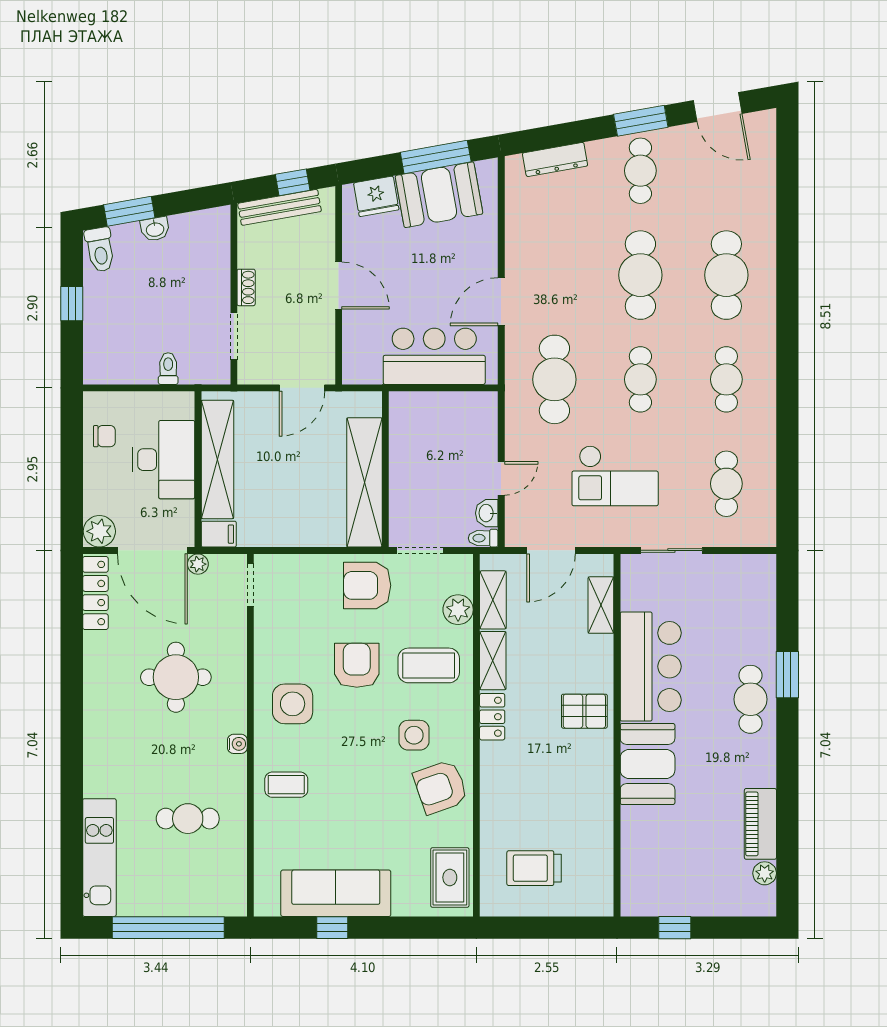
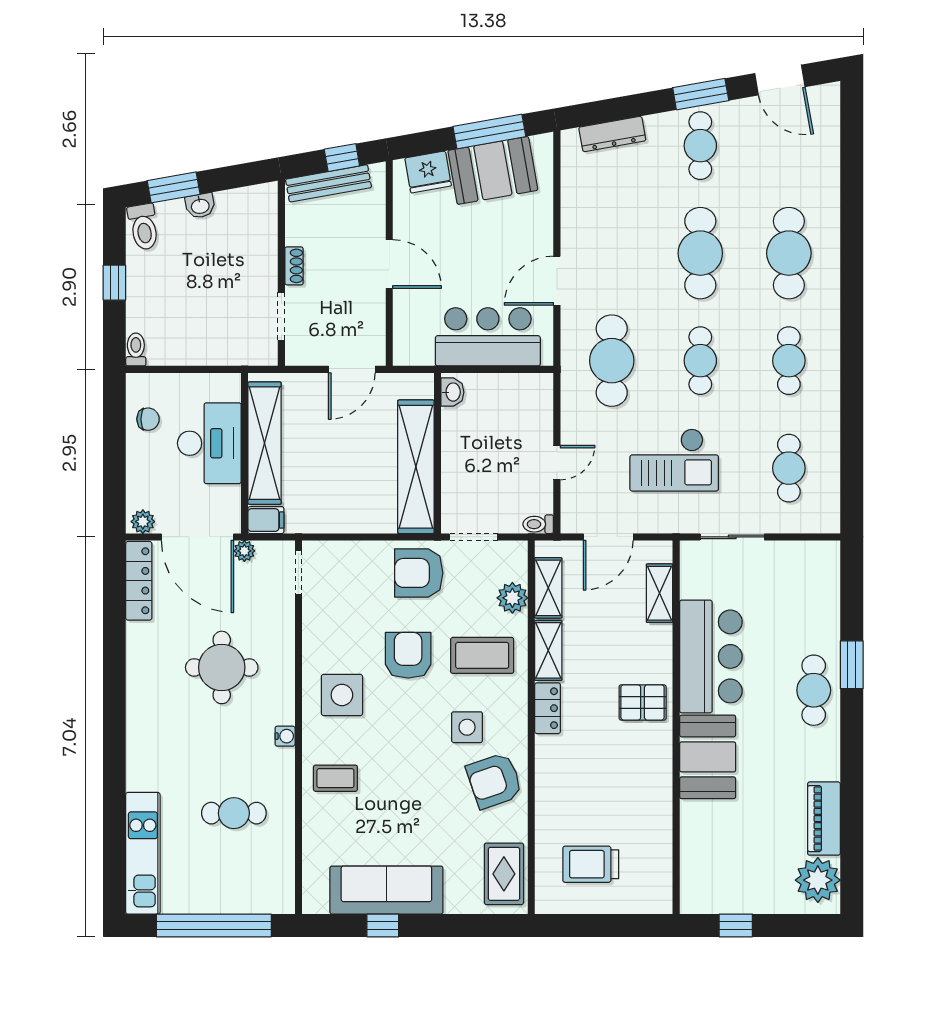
toilet: (168, 369) -> (136, 349), moved
washbasin: (487, 513) -> (452, 392), moved, turned 180
plant: (99, 531) -> (143, 522), width x0.73, depth x0.73
plant: (765, 873) -> (818, 880), width x1.88, depth x1.88

